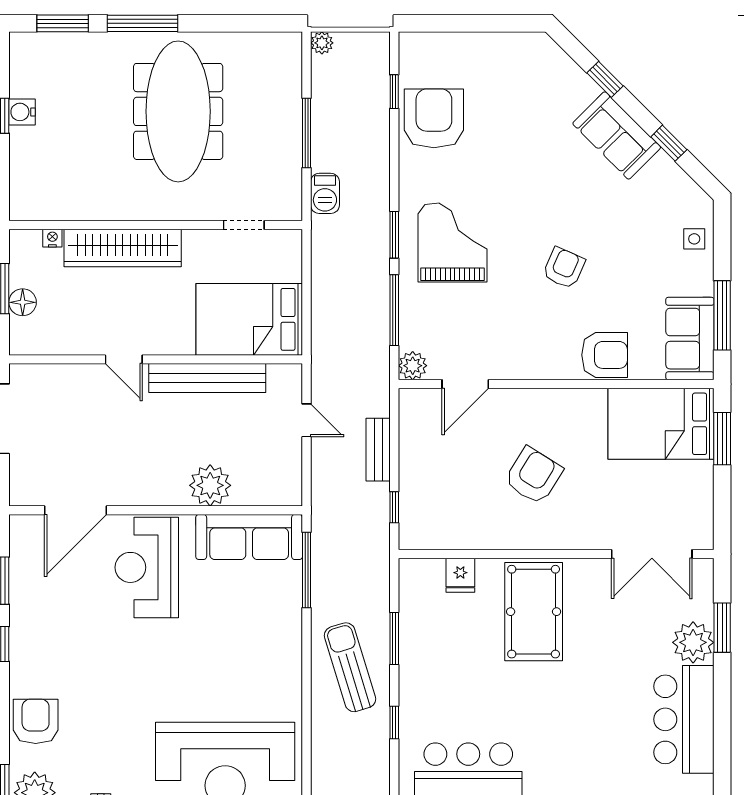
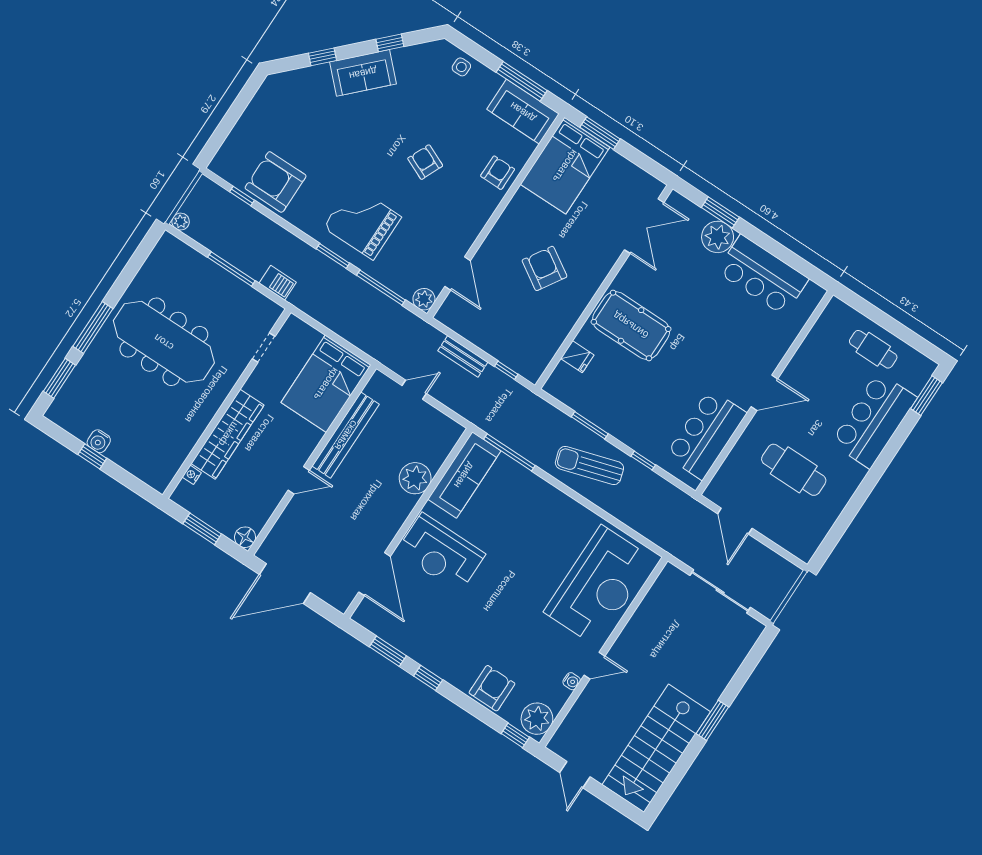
floor lamp: (23, 302) -> (245, 537), moved
armchair: (605, 355) -> (498, 173), width x0.72, depth x0.72
armchair: (36, 721) -> (492, 688), turned 90

